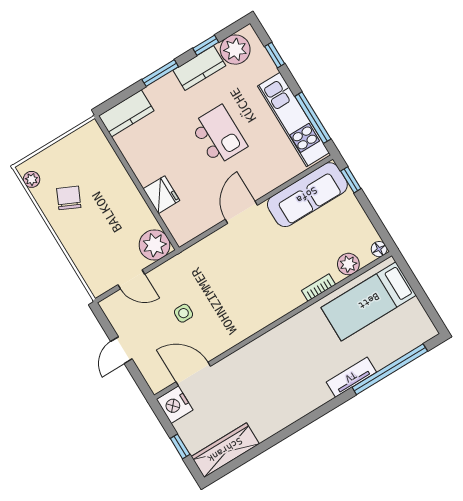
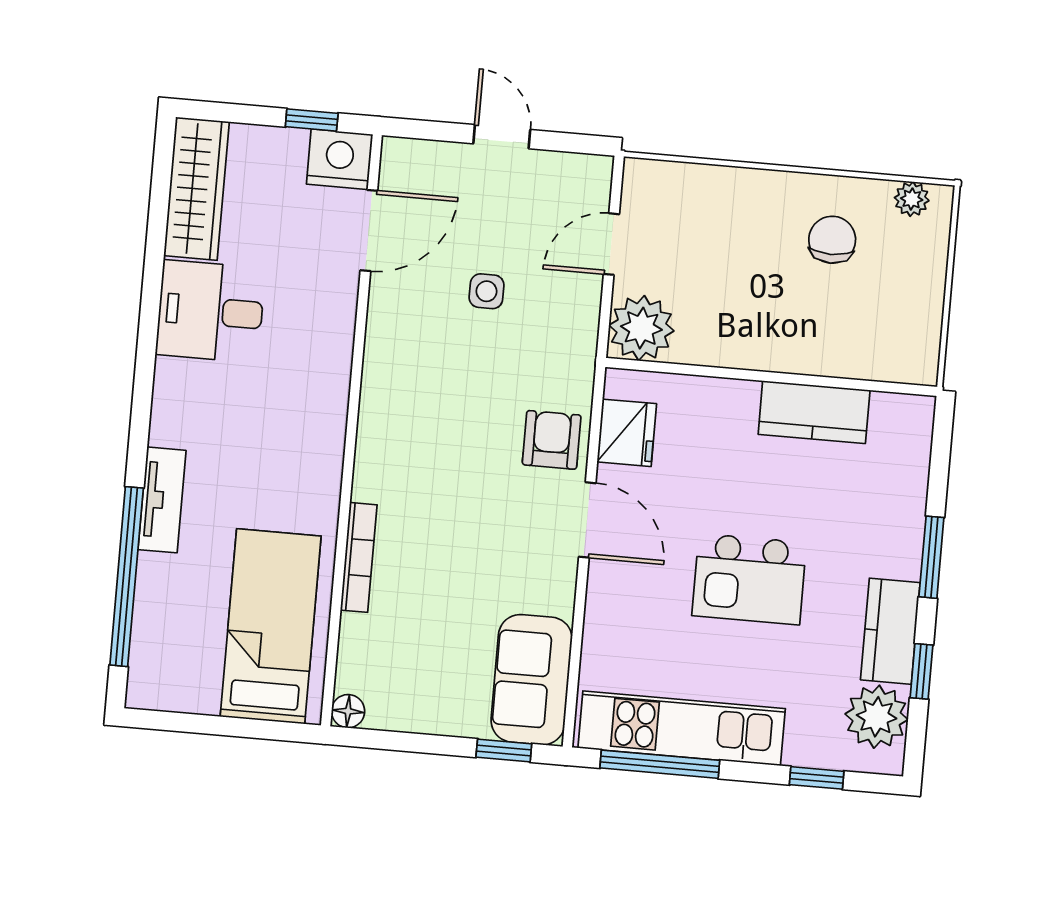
kitchen counter: (126, 113) -> (814, 412), moved, turned -90
fridge: (161, 195) -> (627, 433), moved, turned -90
sofa: (307, 195) -> (532, 680), width x0.73
chair: (69, 198) -> (832, 240), turned -115
armchair: (221, 248) -> (552, 440), added
plant: (348, 264) -> (361, 639), removed
bookcase: (319, 288) -> (359, 557), width x1.56
desk: (267, 411) -> (210, 311), added
window: (180, 446) -> (312, 120), moved

